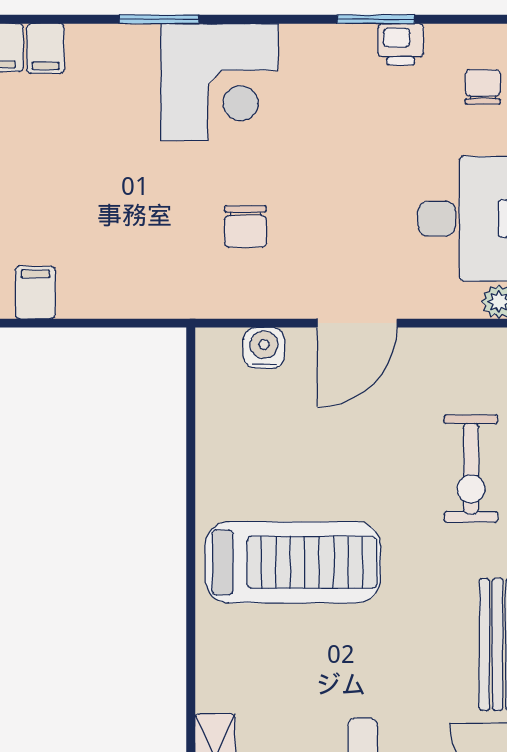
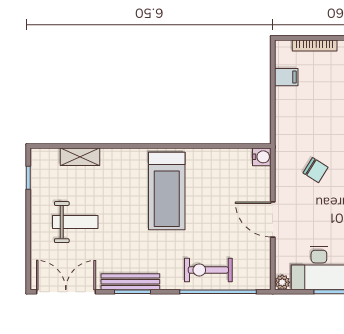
chair: (245, 226) -> (315, 170), turned -148
water cooler: (264, 348) -> (262, 157), moved

